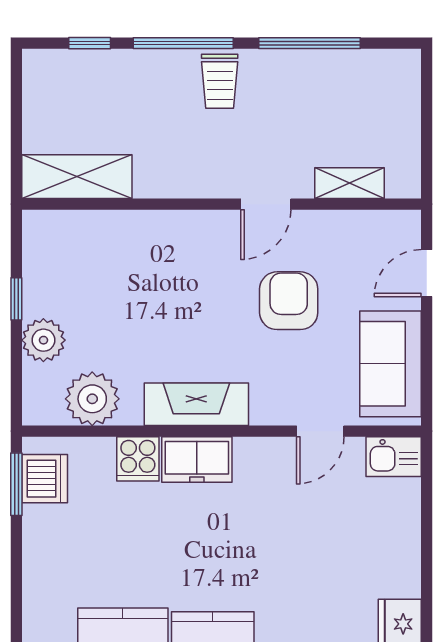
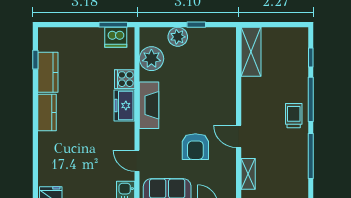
trolley: (220, 81) -> (294, 116), turned 90
armchair: (289, 301) -> (195, 147), turned 90

